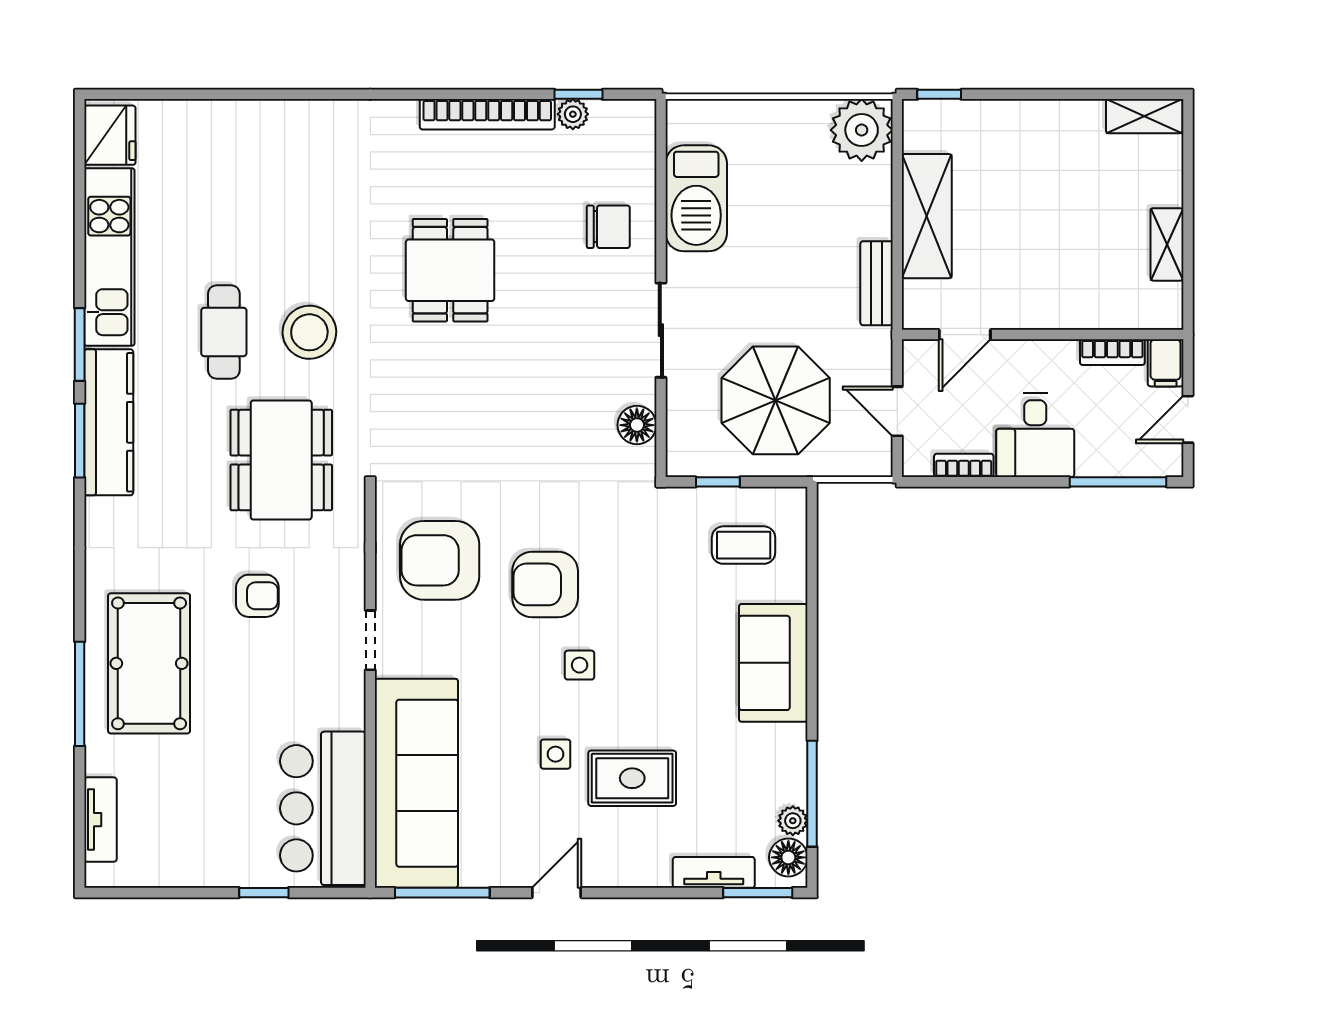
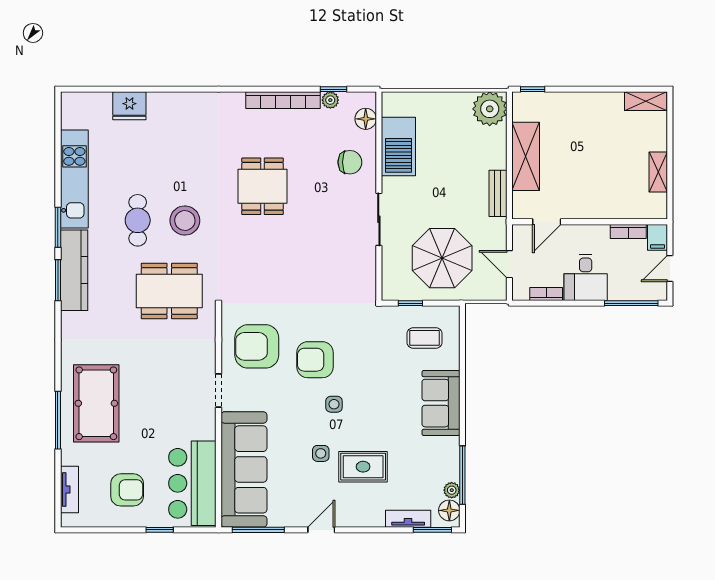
fridge: (110, 135) -> (129, 106), moved, turned 90
floor lamp: (637, 425) -> (366, 119), moved
dining table: (281, 460) -> (169, 291), turned 90
armchair: (257, 596) -> (127, 490), moved, width x1.38, depth x1.38

